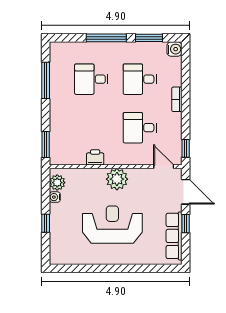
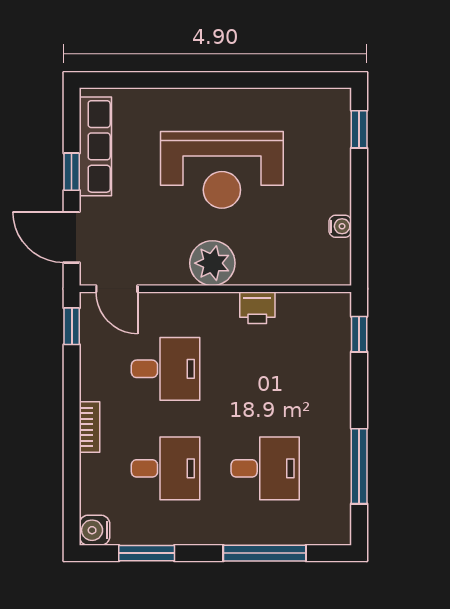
window: (106, 38) -> (265, 553), moved
window: (46, 145) -> (359, 334), width x0.67
plant: (57, 183) -> (335, 256), removed
window: (46, 223) -> (359, 129), moved

